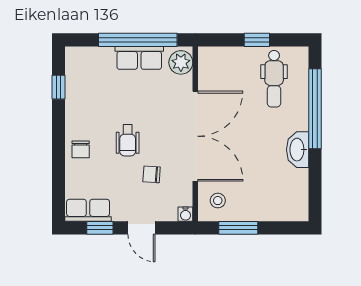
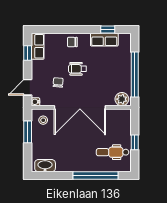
row of seats: (139, 58) -> (104, 40), moved, turned -90
washbasin: (298, 150) -> (45, 166), moved
door: (141, 228) -> (28, 87), moved

